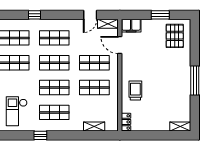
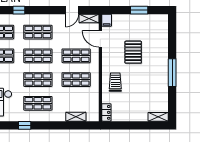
filing cabinet: (131, 26) -> (107, 20), width x0.50
pallet: (175, 36) -> (133, 52), moved

